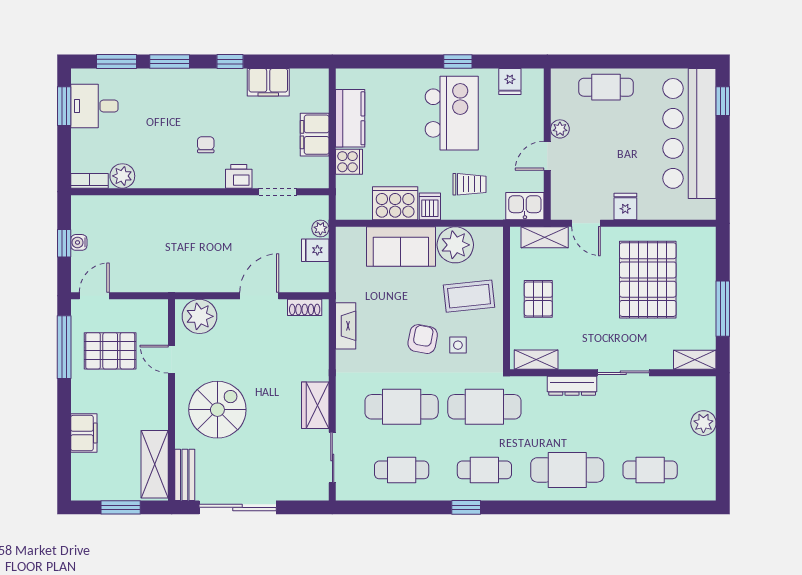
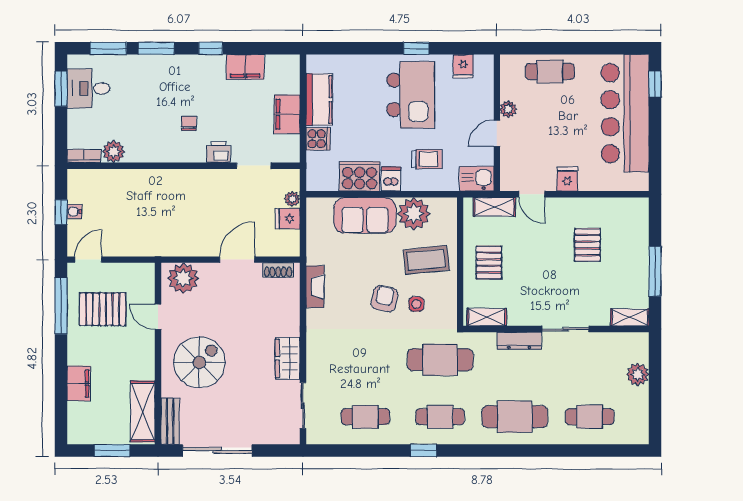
pallet: (648, 280) -> (588, 245), width x0.49, depth x0.50
cafe table: (402, 407) -> (365, 360), removed

